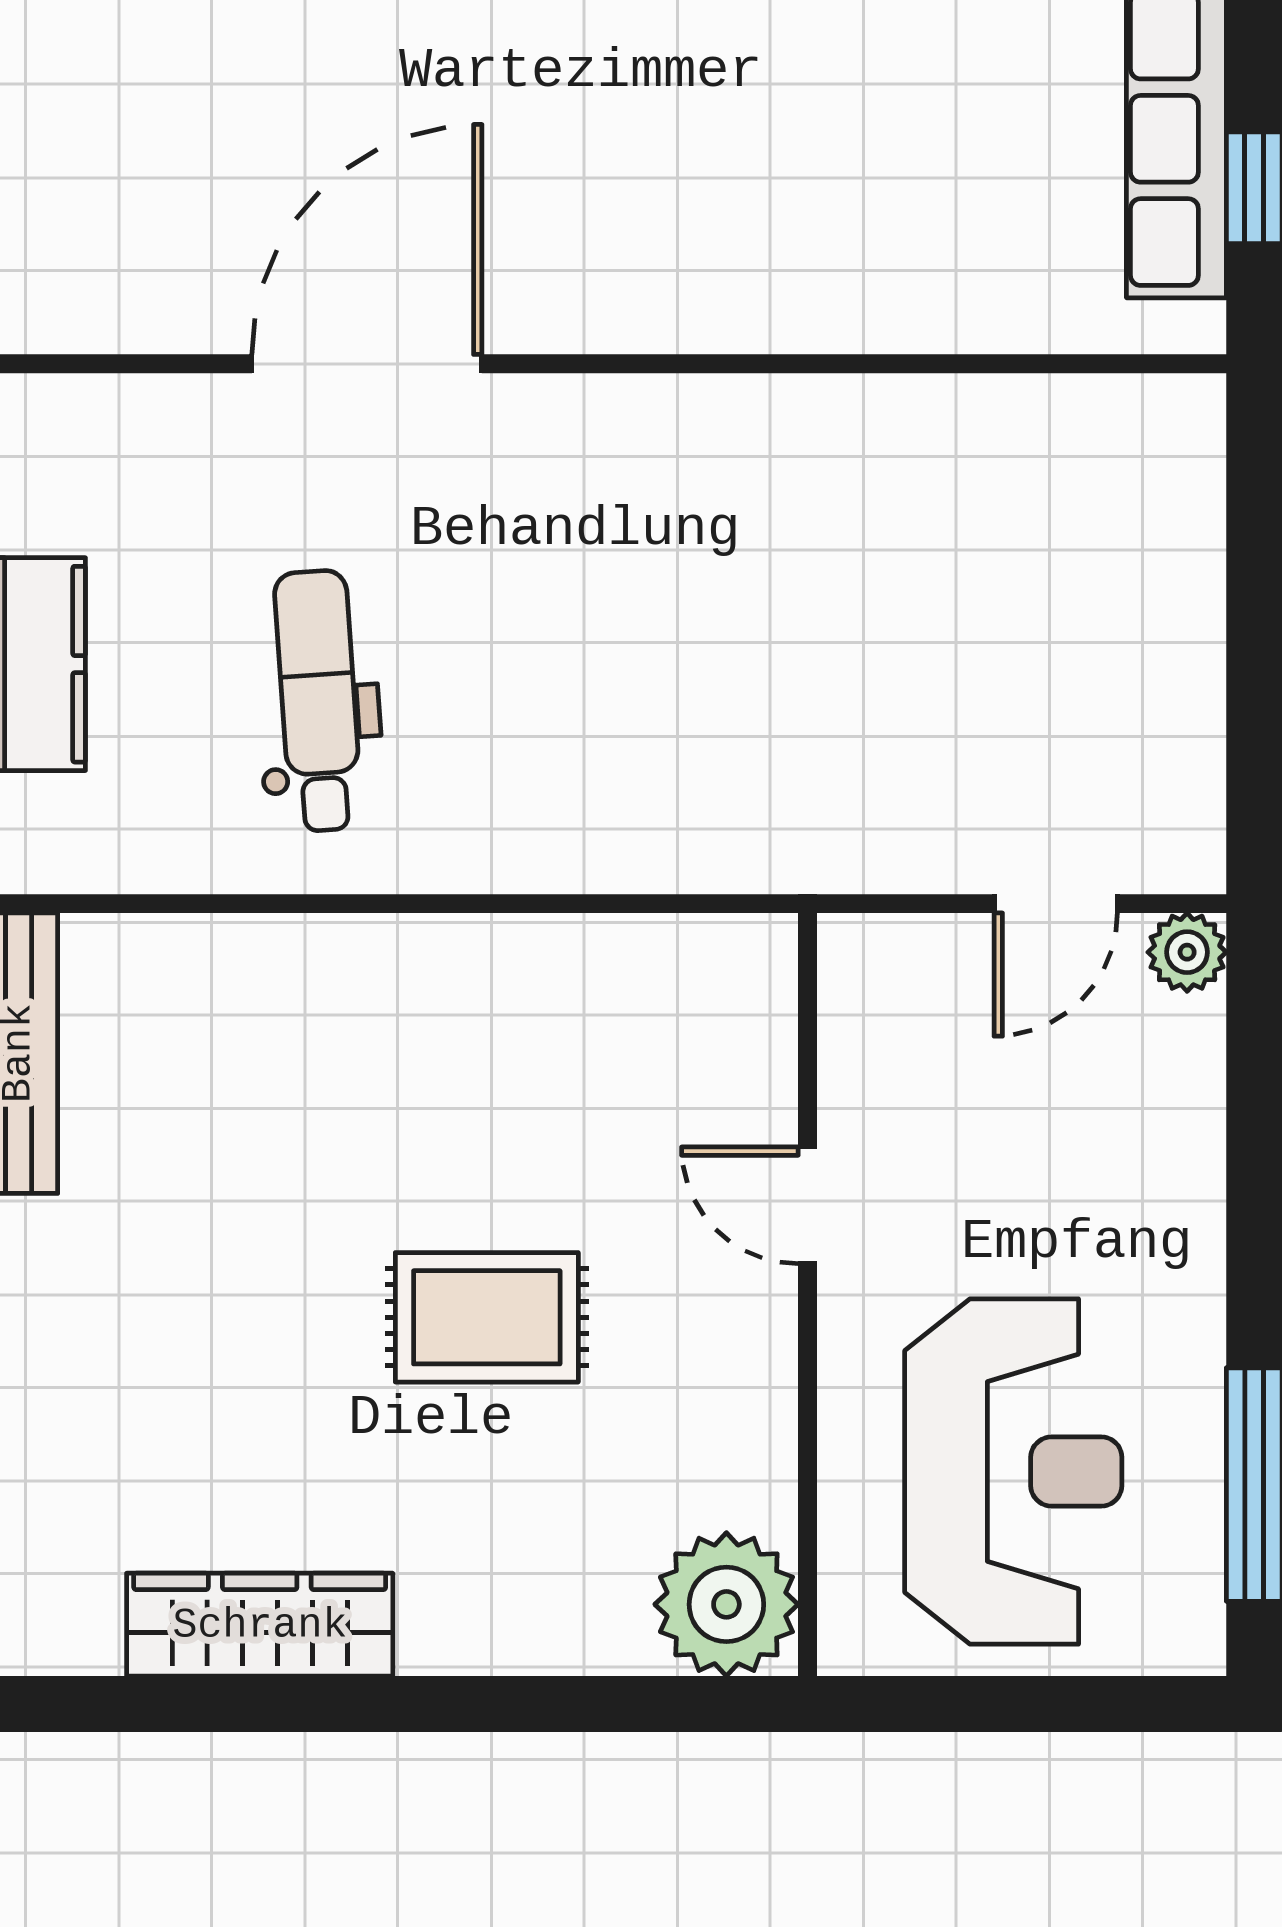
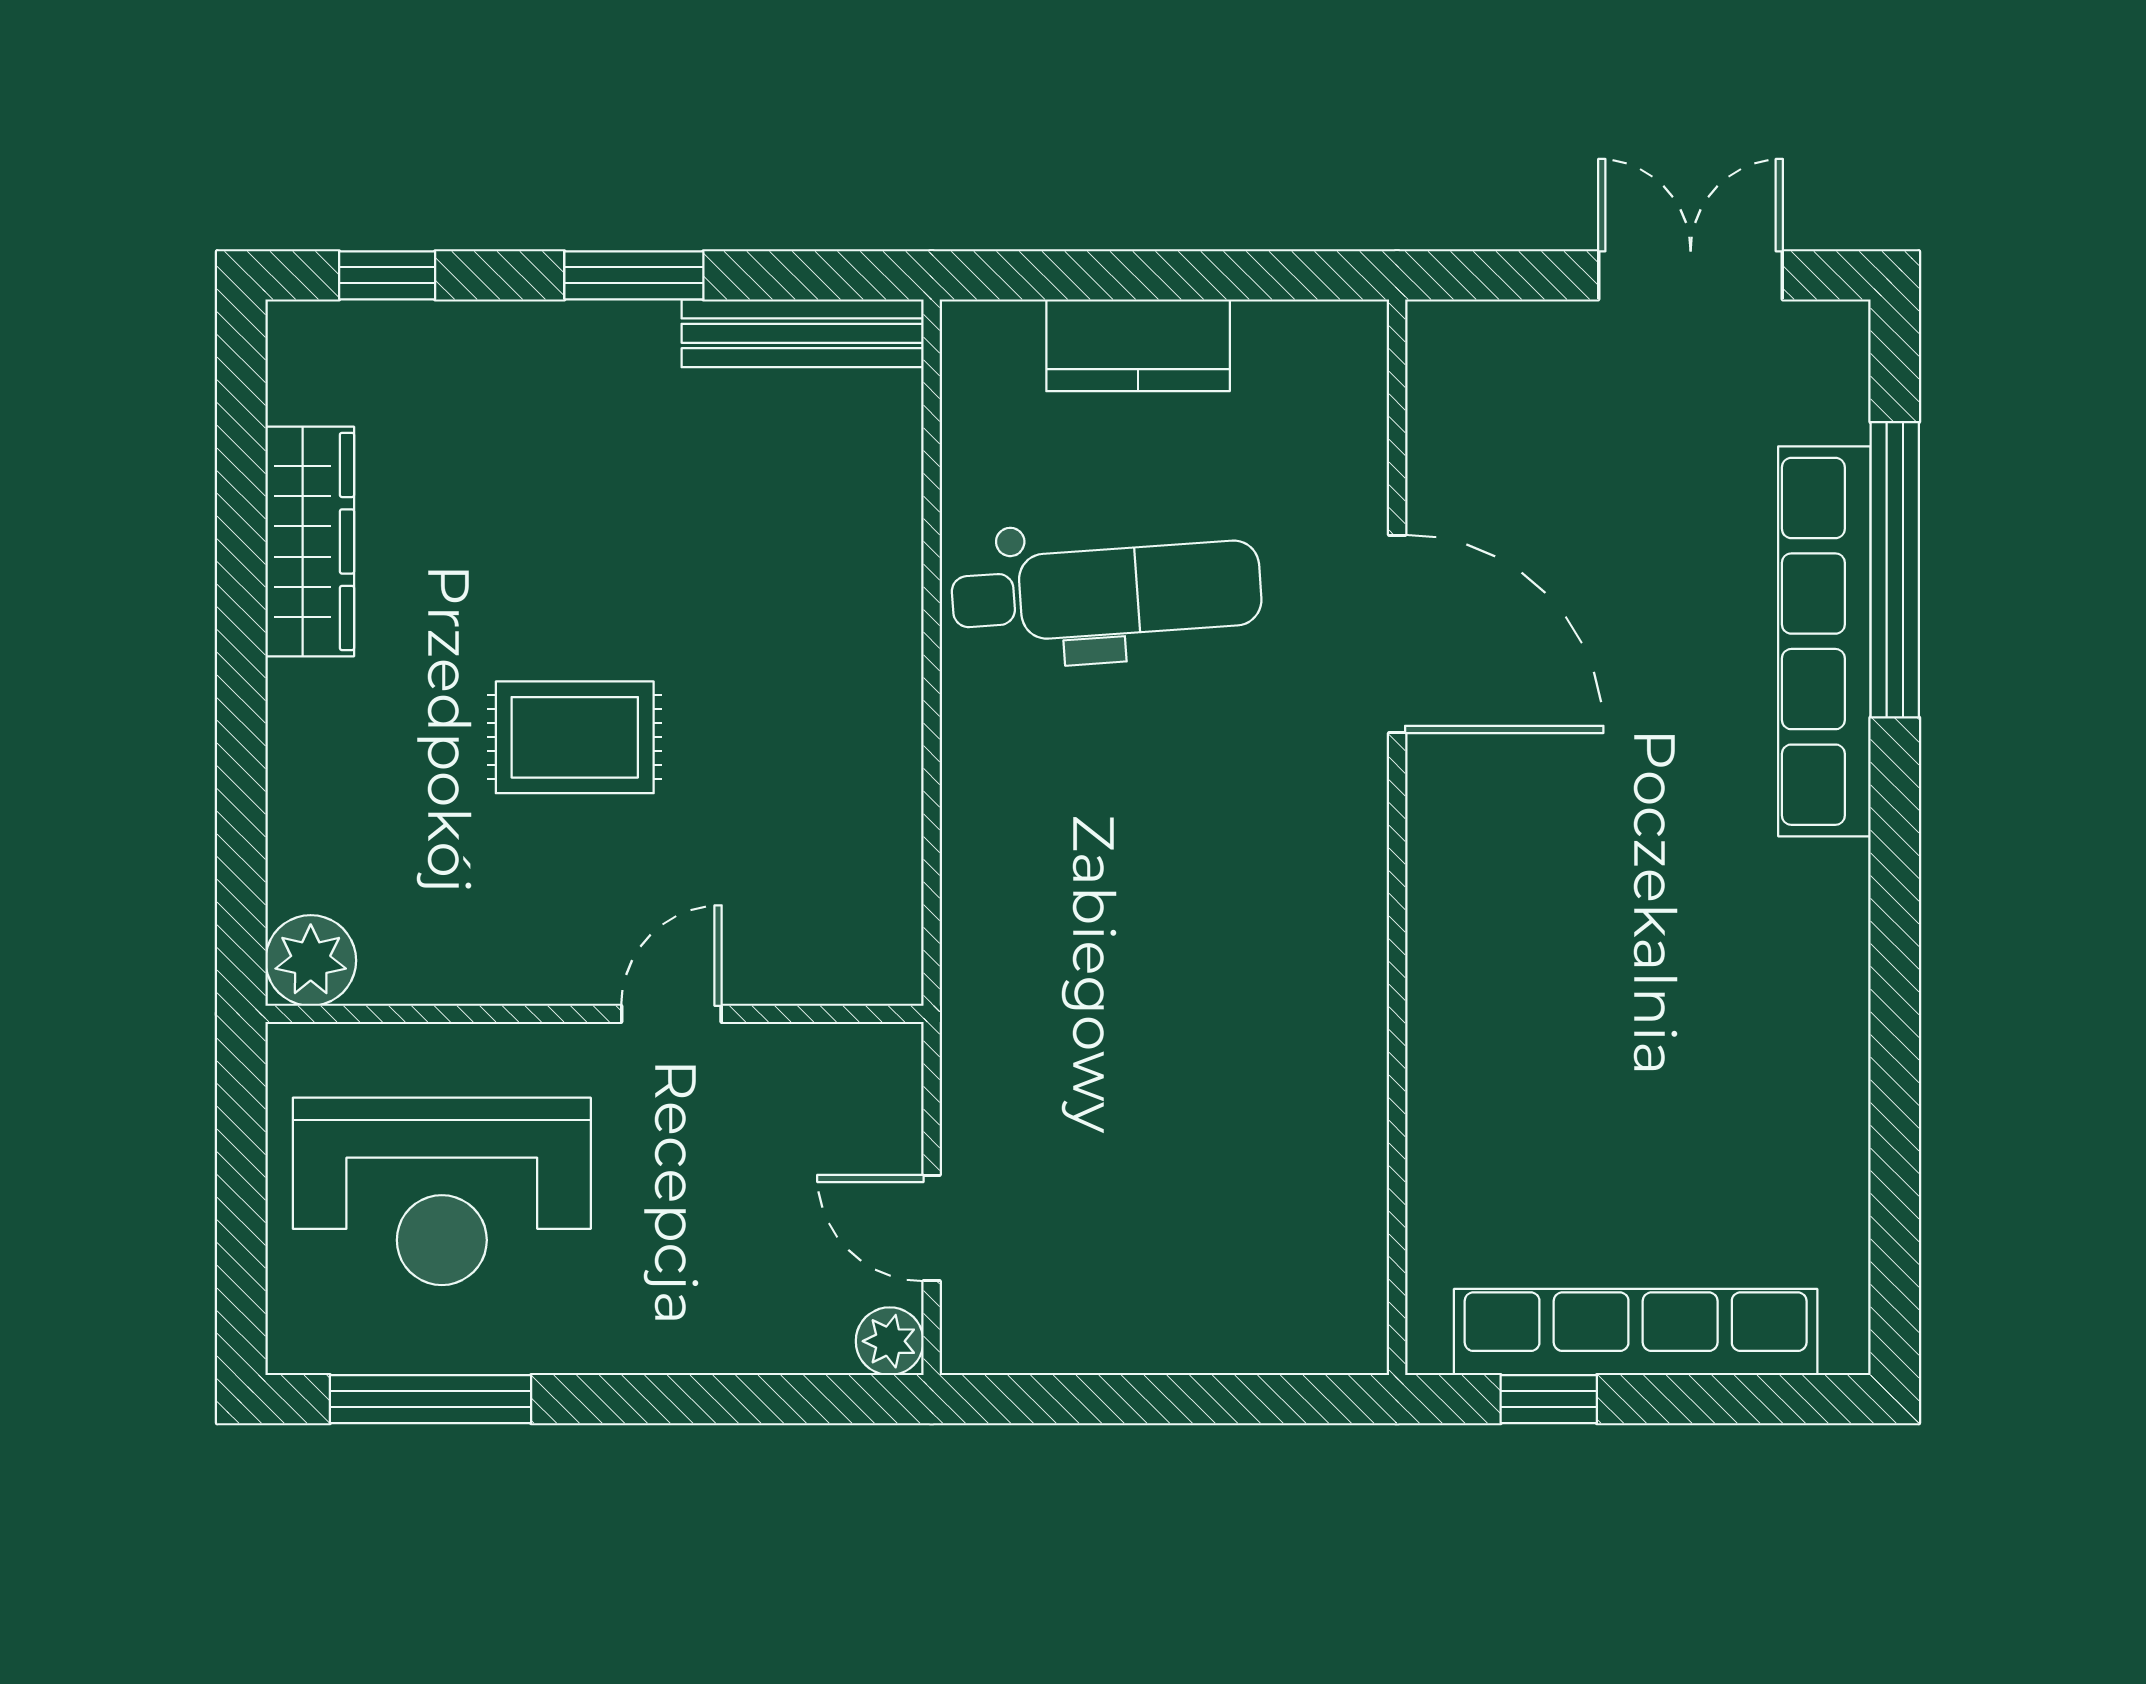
dental chair: (318, 701) -> (1106, 592), width x1.36, depth x1.38
rug: (487, 1317) -> (575, 737), turned 90
plant: (726, 1604) -> (311, 960), width x0.73, depth x0.73

